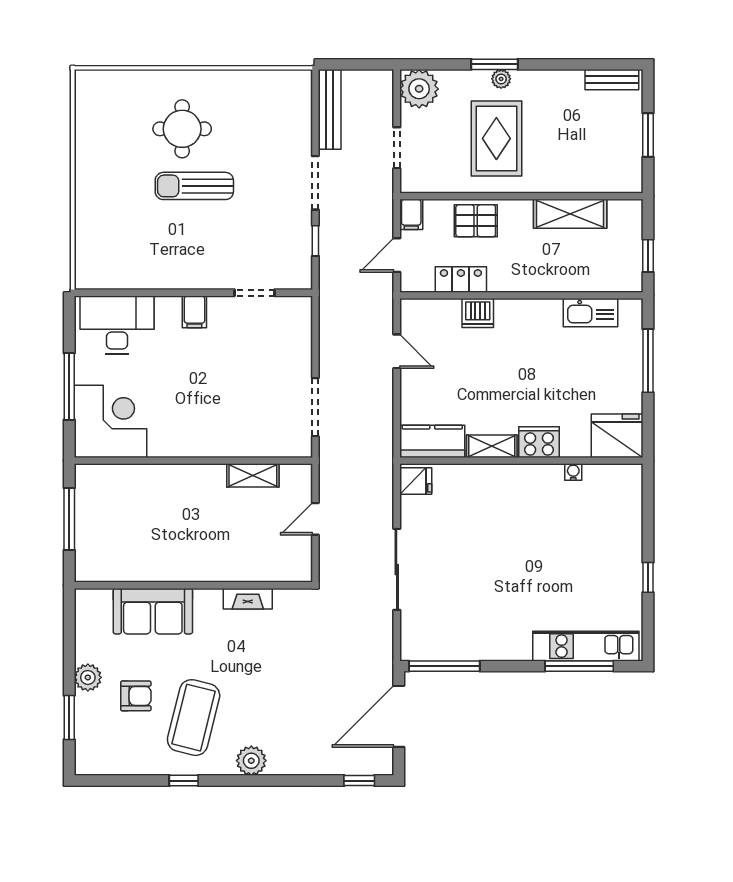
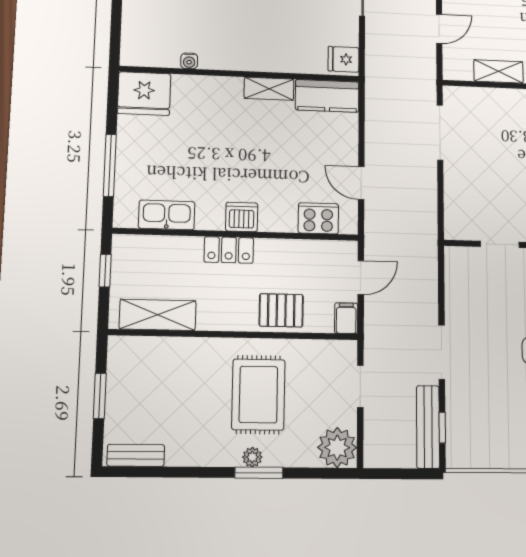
shelving: (570, 214) -> (158, 315), moved
window: (315, 241) -> (442, 428), moved
locker: (461, 279) -> (229, 250), moved
dishwasher: (478, 313) -> (242, 217), moved
cooker: (539, 442) -> (318, 218), moved, turned 180

